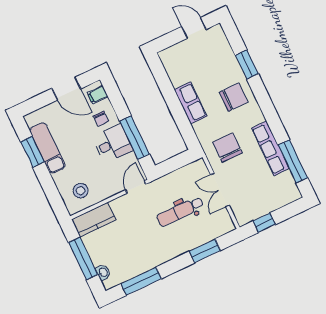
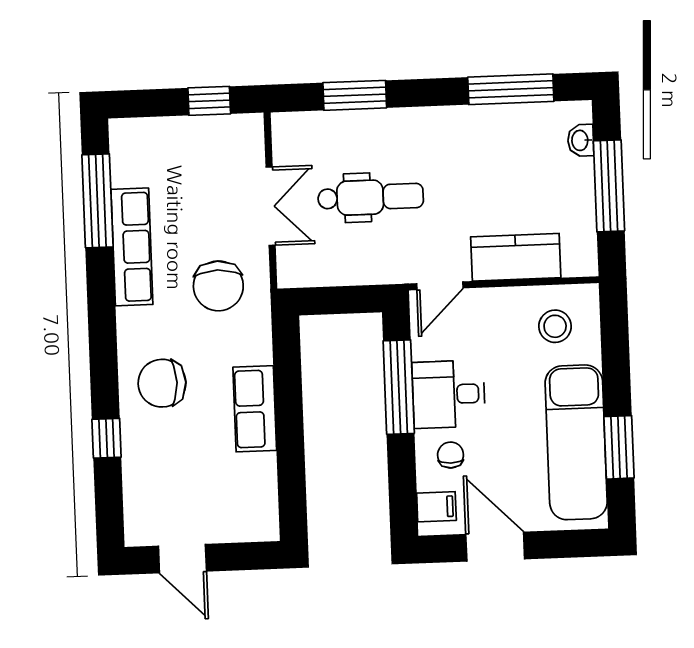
window: (247, 64) -> (107, 438), width x0.67
exam couch: (48, 148) -> (576, 442), width x1.36, depth x1.45
kitchen counter: (94, 220) -> (516, 257), moved

